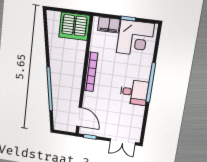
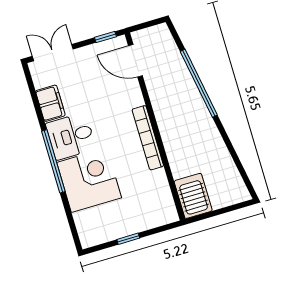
filing cabinet: (109, 25) -> (50, 103), moved, turned 90
server rack: (74, 26) -> (193, 196), width x0.62
corner desk: (135, 38) -> (89, 180), moved, turned 90

